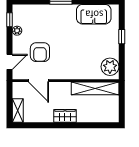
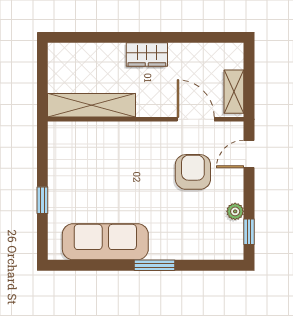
sofa: (94, 14) -> (105, 242), width x1.36
plant: (110, 67) -> (64, 145), removed
shelving: (18, 110) -> (234, 92), moved

